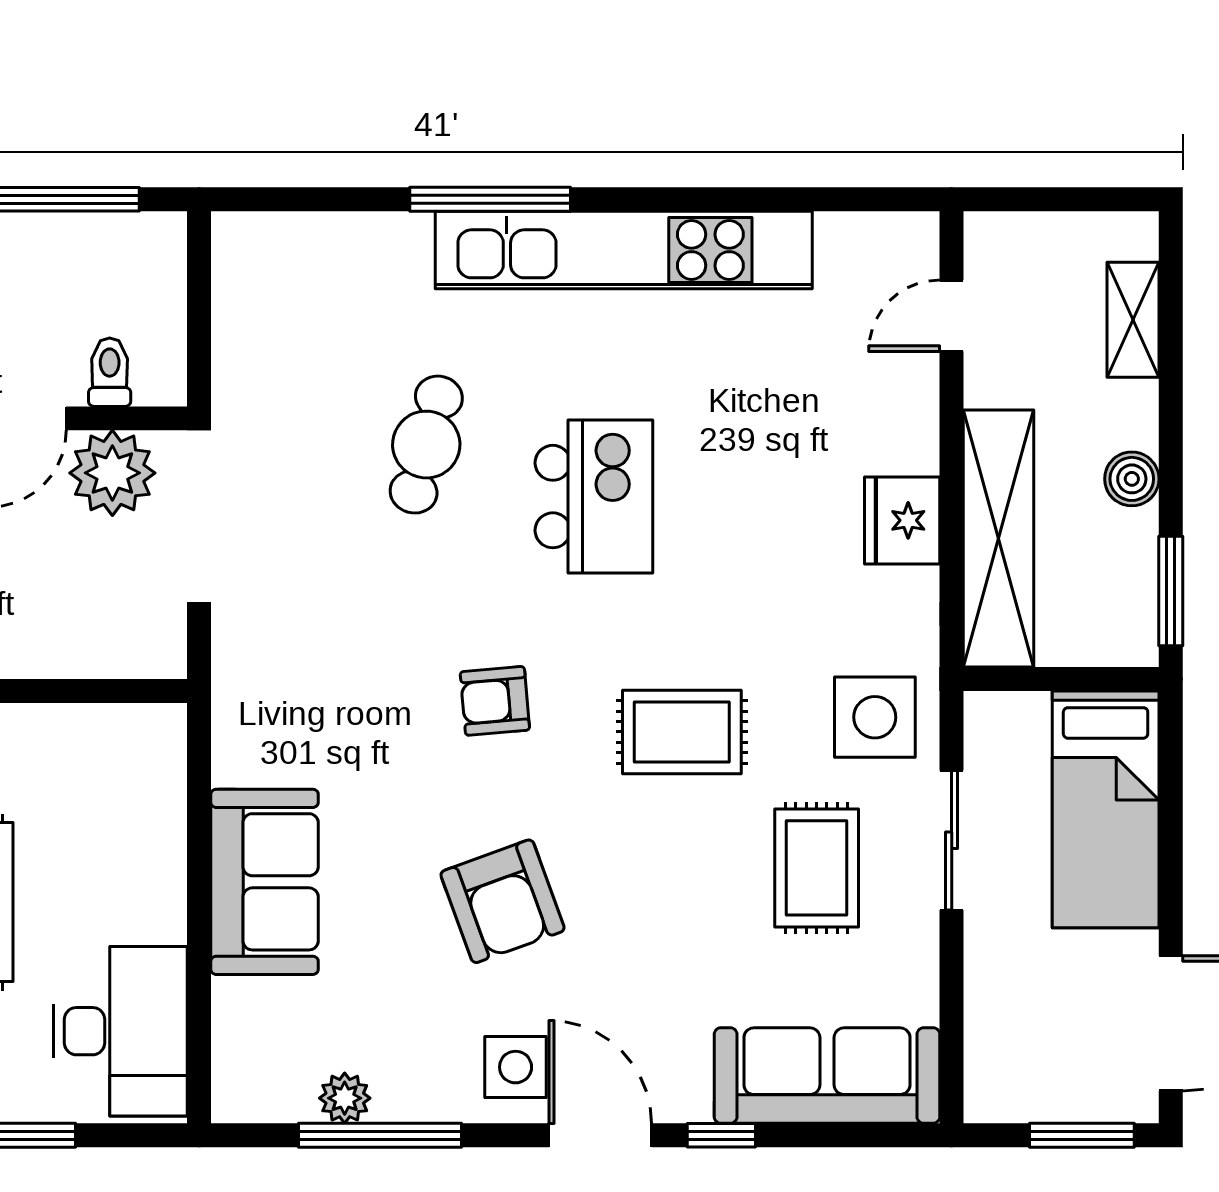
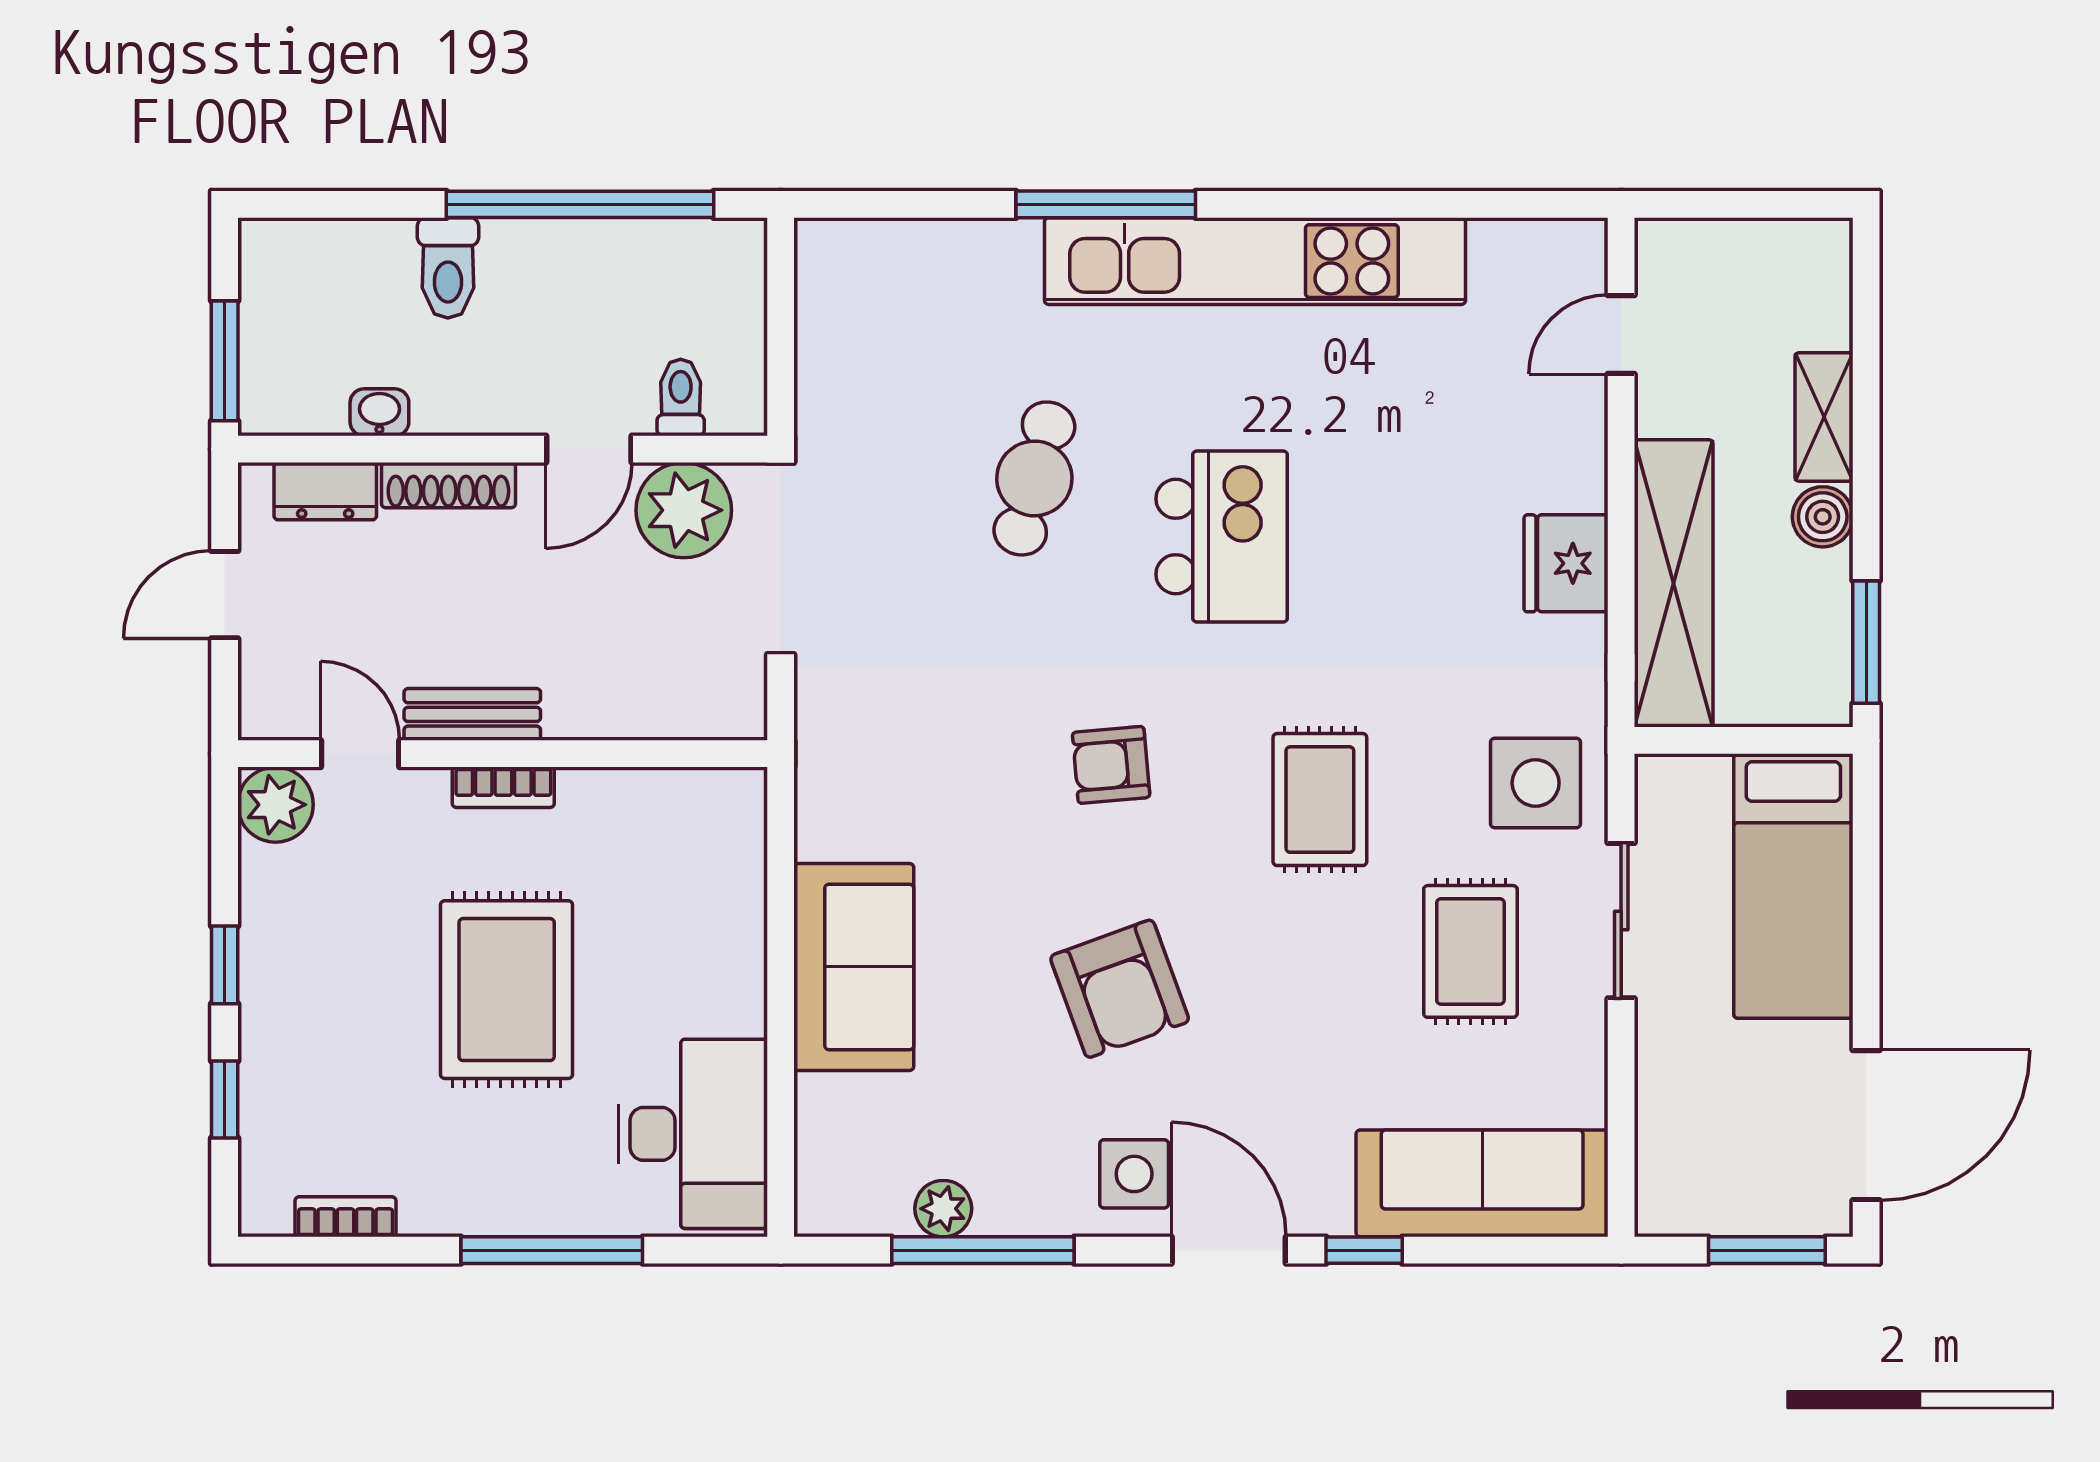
shelving: (1133, 320) -> (1824, 417), moved
rug: (682, 732) -> (1320, 800), turned 90

